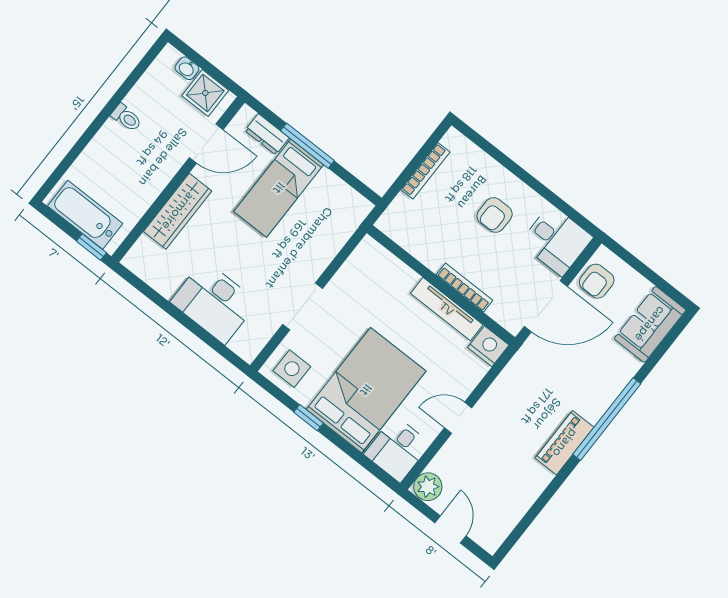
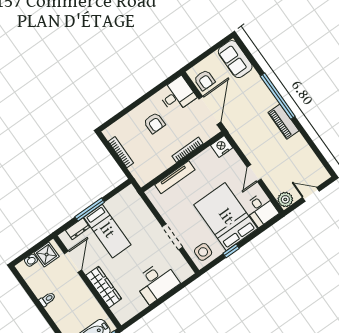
tv unit: (447, 309) -> (175, 177), moved

